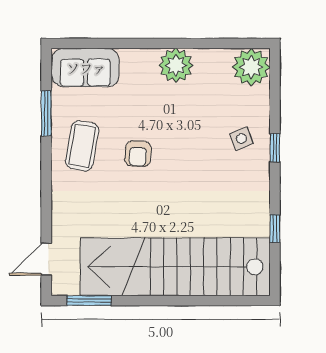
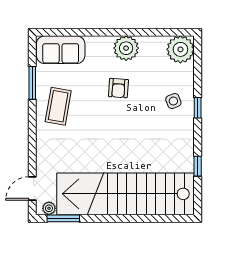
armchair: (138, 154) -> (118, 88), moved
plant: (69, 287) -> (49, 208), added

